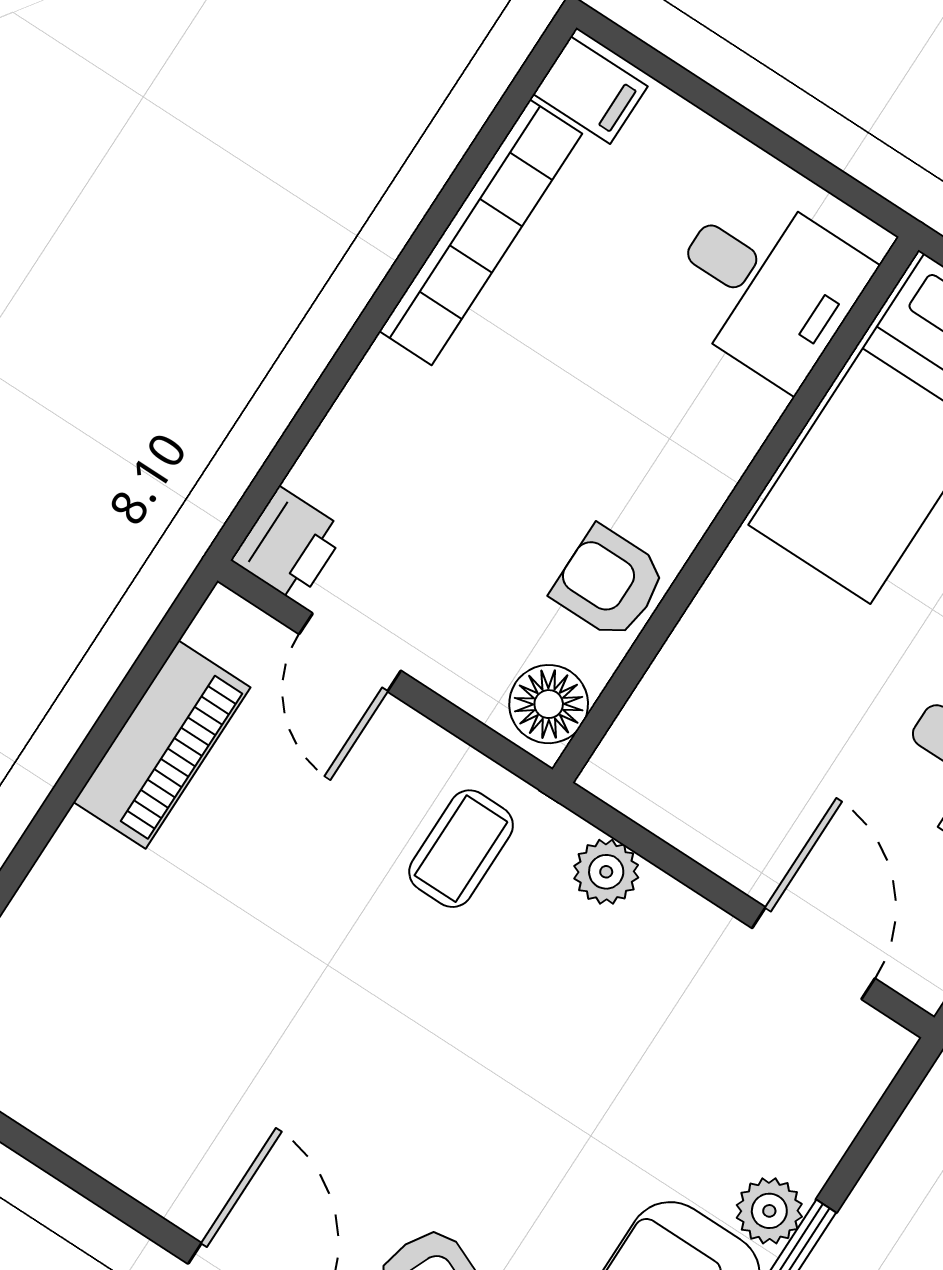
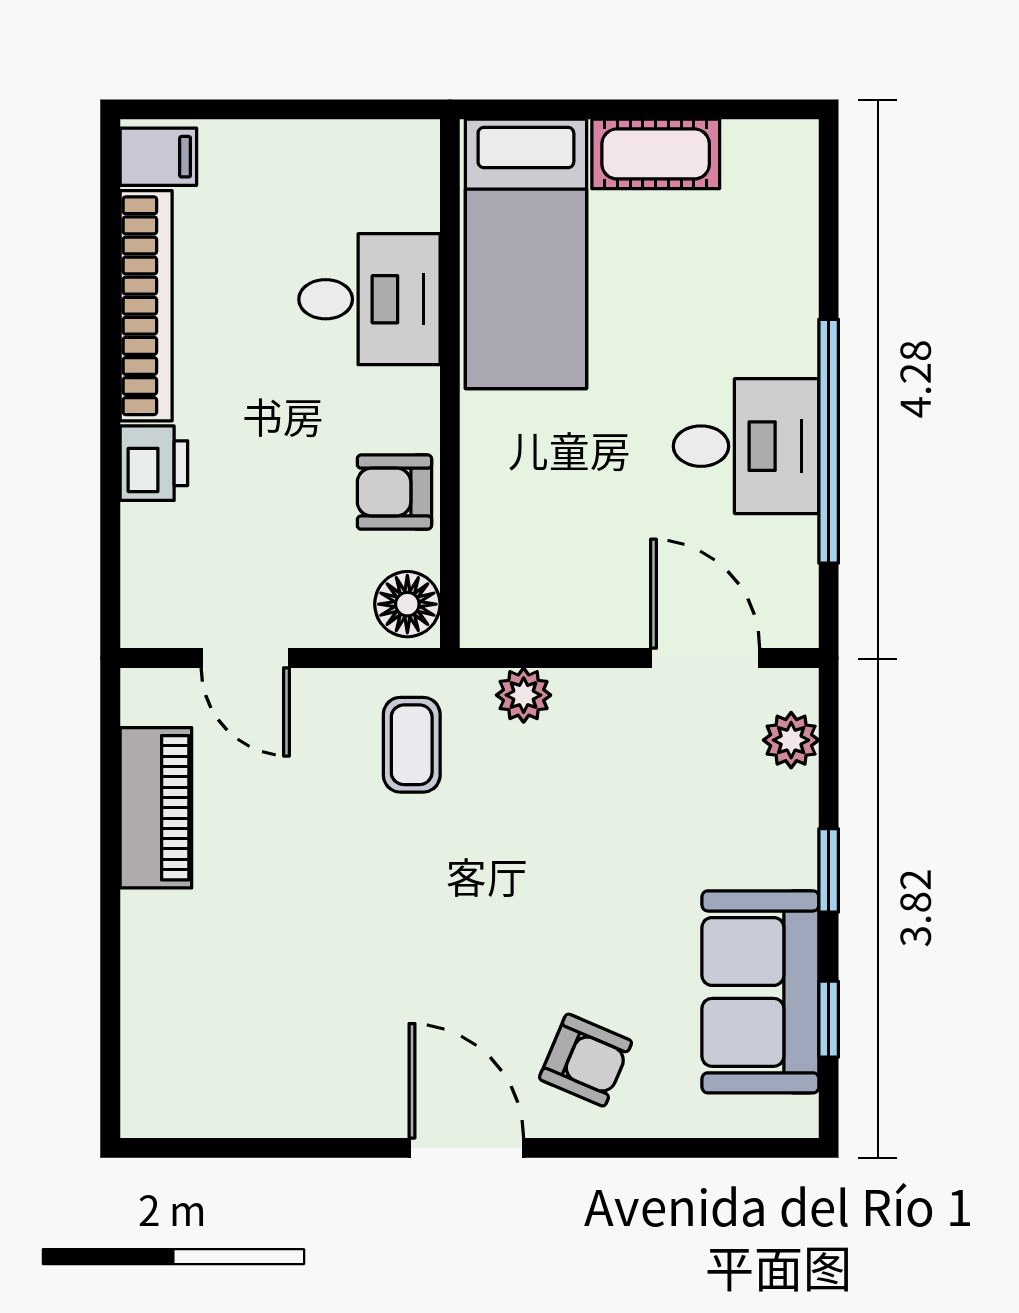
desk: (766, 285) -> (369, 299), moved
printer: (289, 545) -> (154, 463), moved
plant: (769, 1211) -> (791, 740), moved

